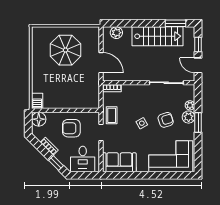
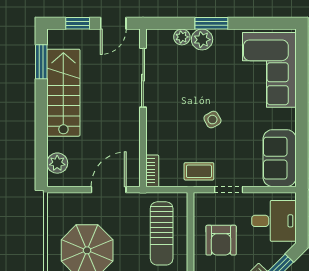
sun lounger: (75, 94) -> (162, 233), added
armchair: (166, 120) -> (207, 79), removed

